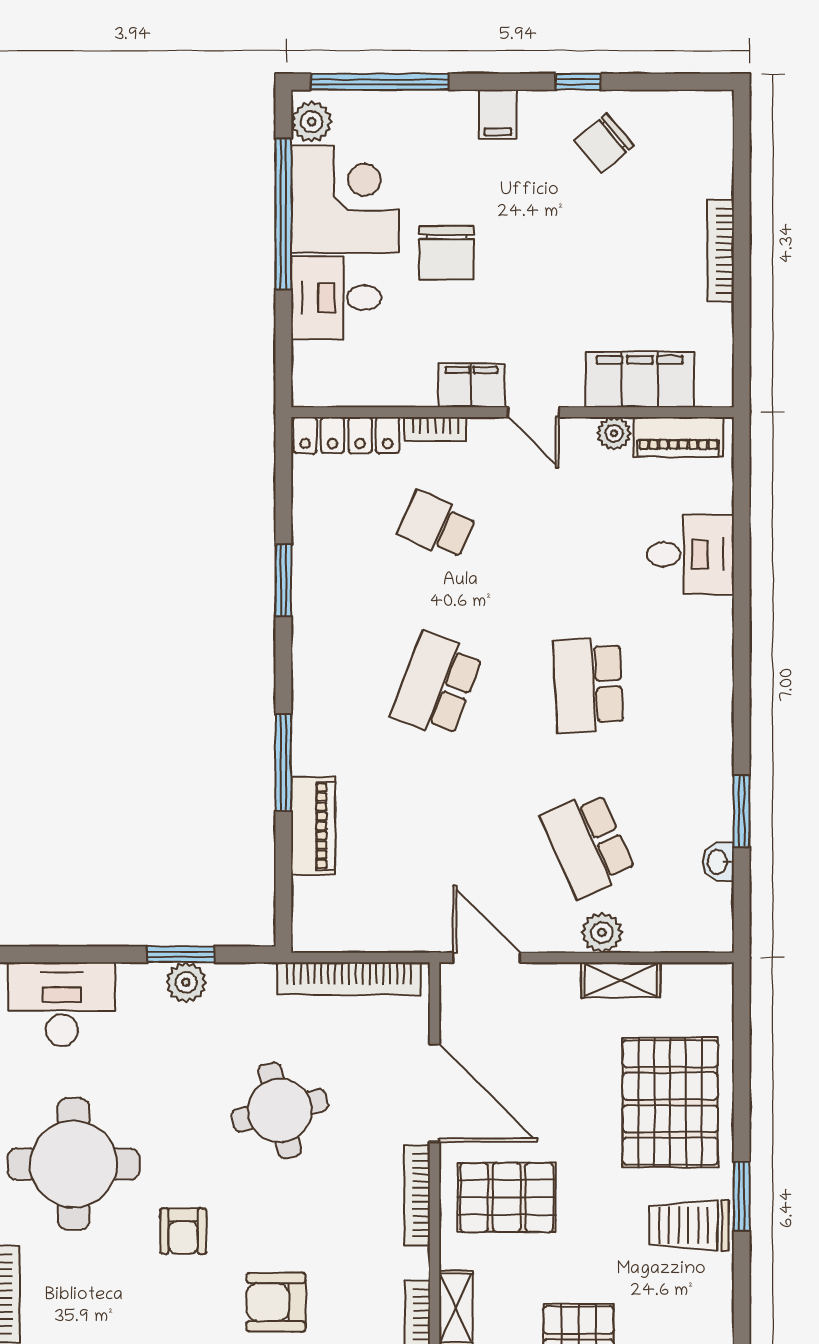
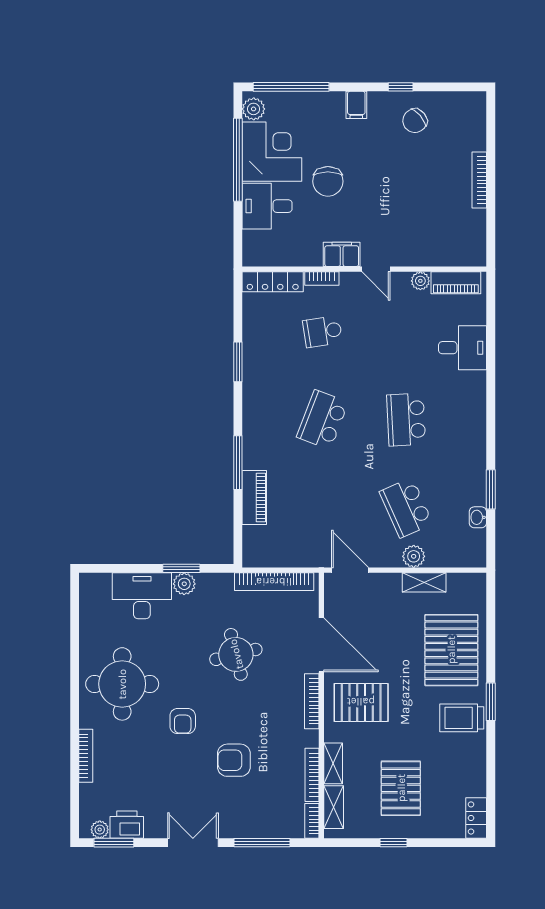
filing cabinet: (640, 379) -> (435, 251), removed
school desk: (437, 525) -> (323, 332), turned -33
desk: (62, 1004) -> (142, 596), moved

